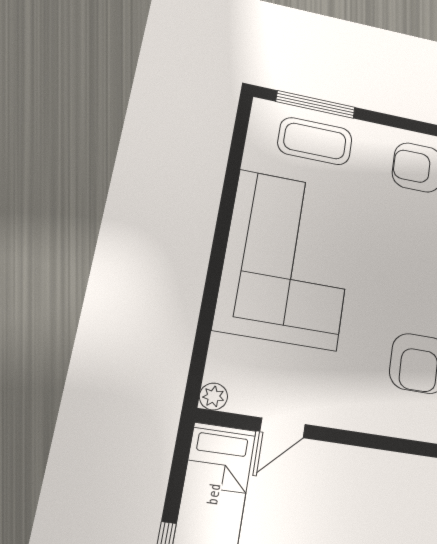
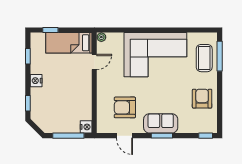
door: (283, 428) -> (94, 62), swing flipped

